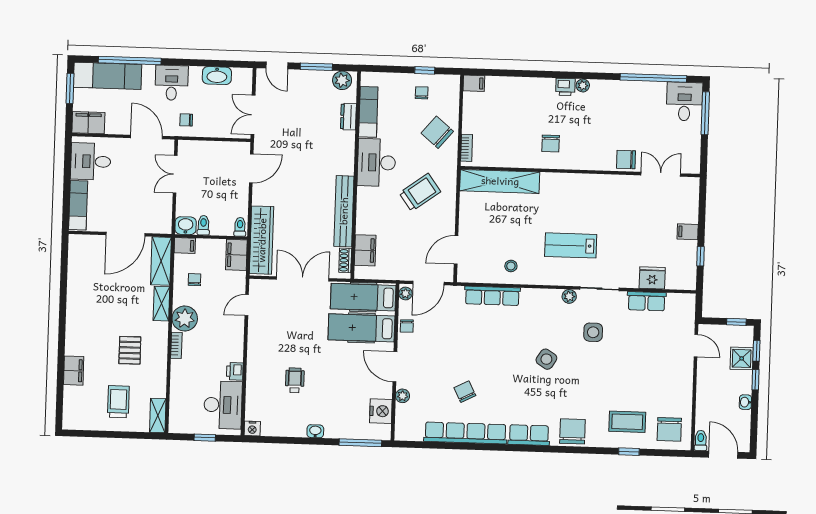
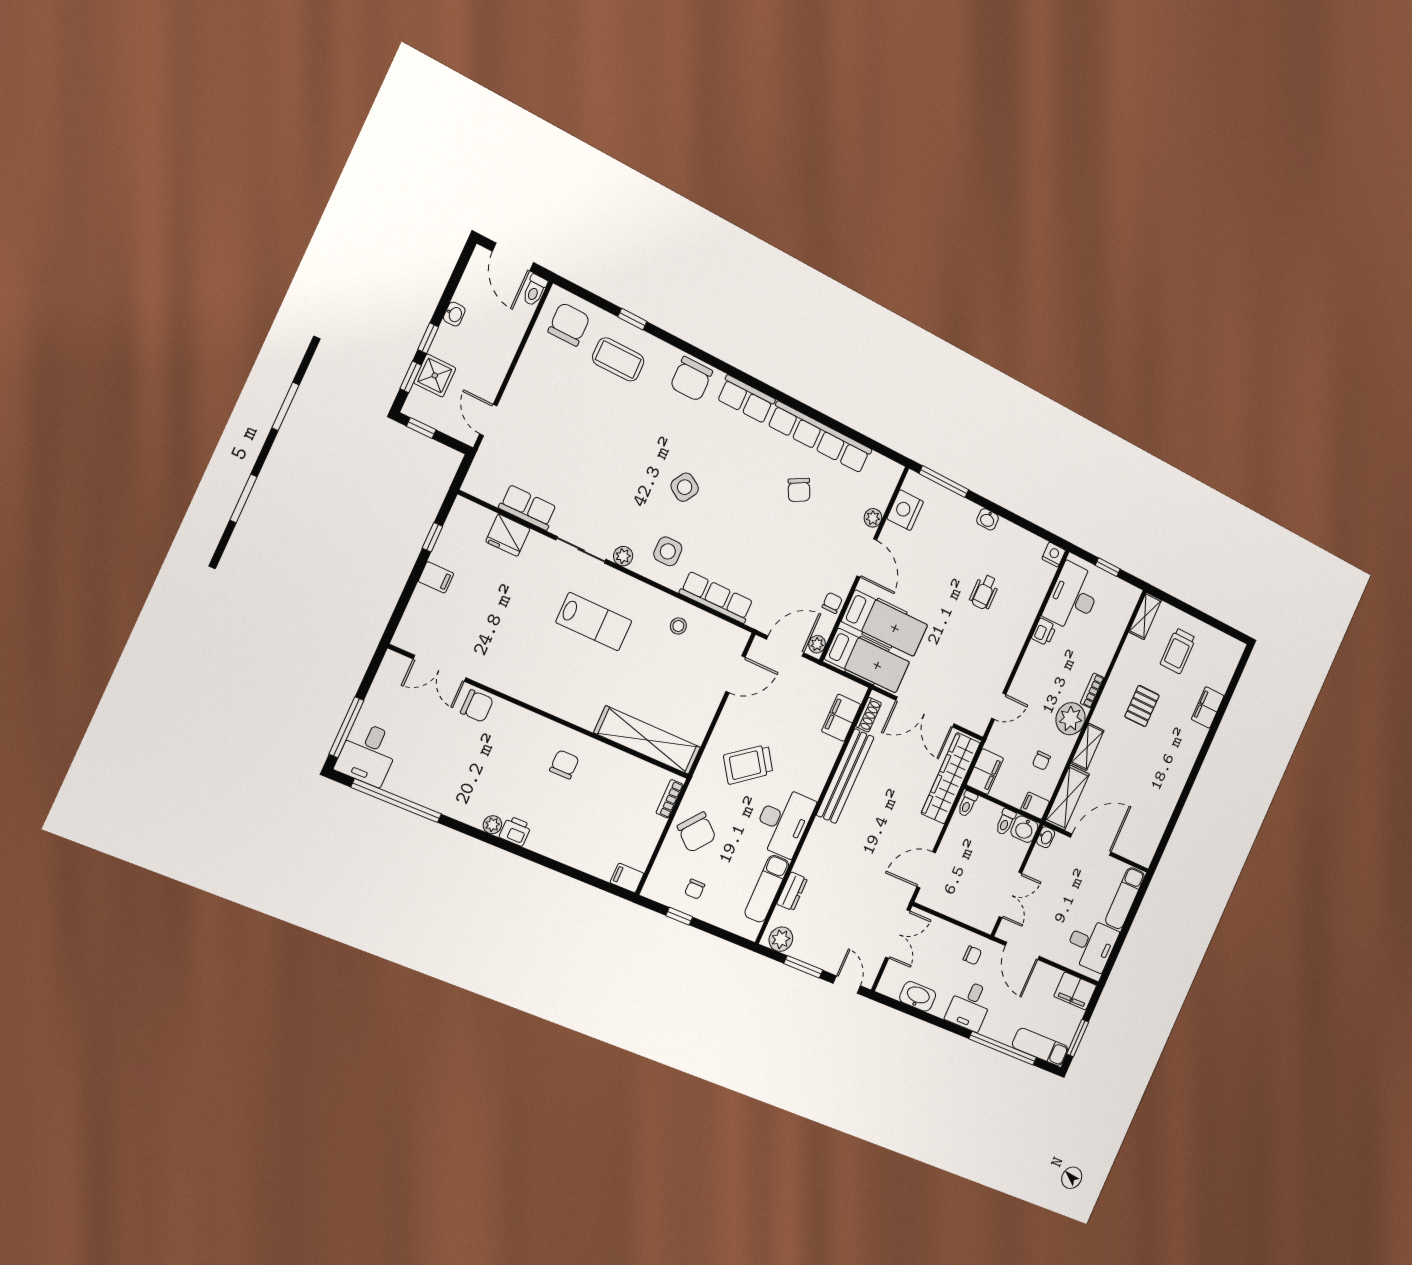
exam couch: (108, 76) -> (1040, 1047), width x0.73, depth x0.69
washbasin: (166, 226) -> (1046, 837), added
side table: (593, 332) -> (668, 551), moved

